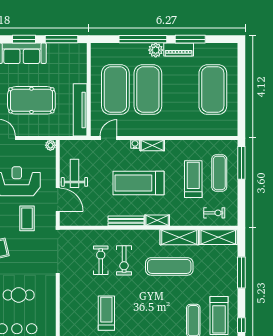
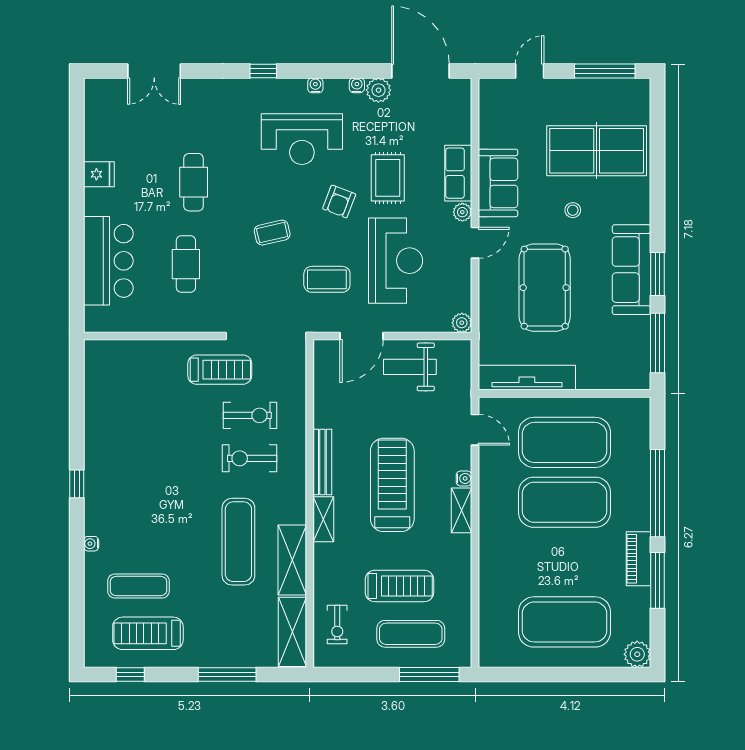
plant: (156, 50) -> (637, 654), moved
weight bench: (74, 173) -> (410, 367), turned 180
treadmill: (106, 313) -> (220, 370), moved

